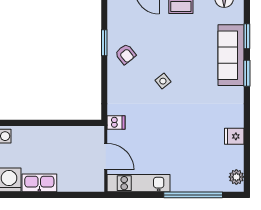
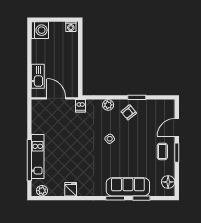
plant: (115, 83) -> (108, 105), added
door: (106, 157) -> (56, 98), swing flipped
kitchen sink: (39, 183) -> (38, 76), moved
kitchen unit: (139, 183) -> (38, 156), moved

